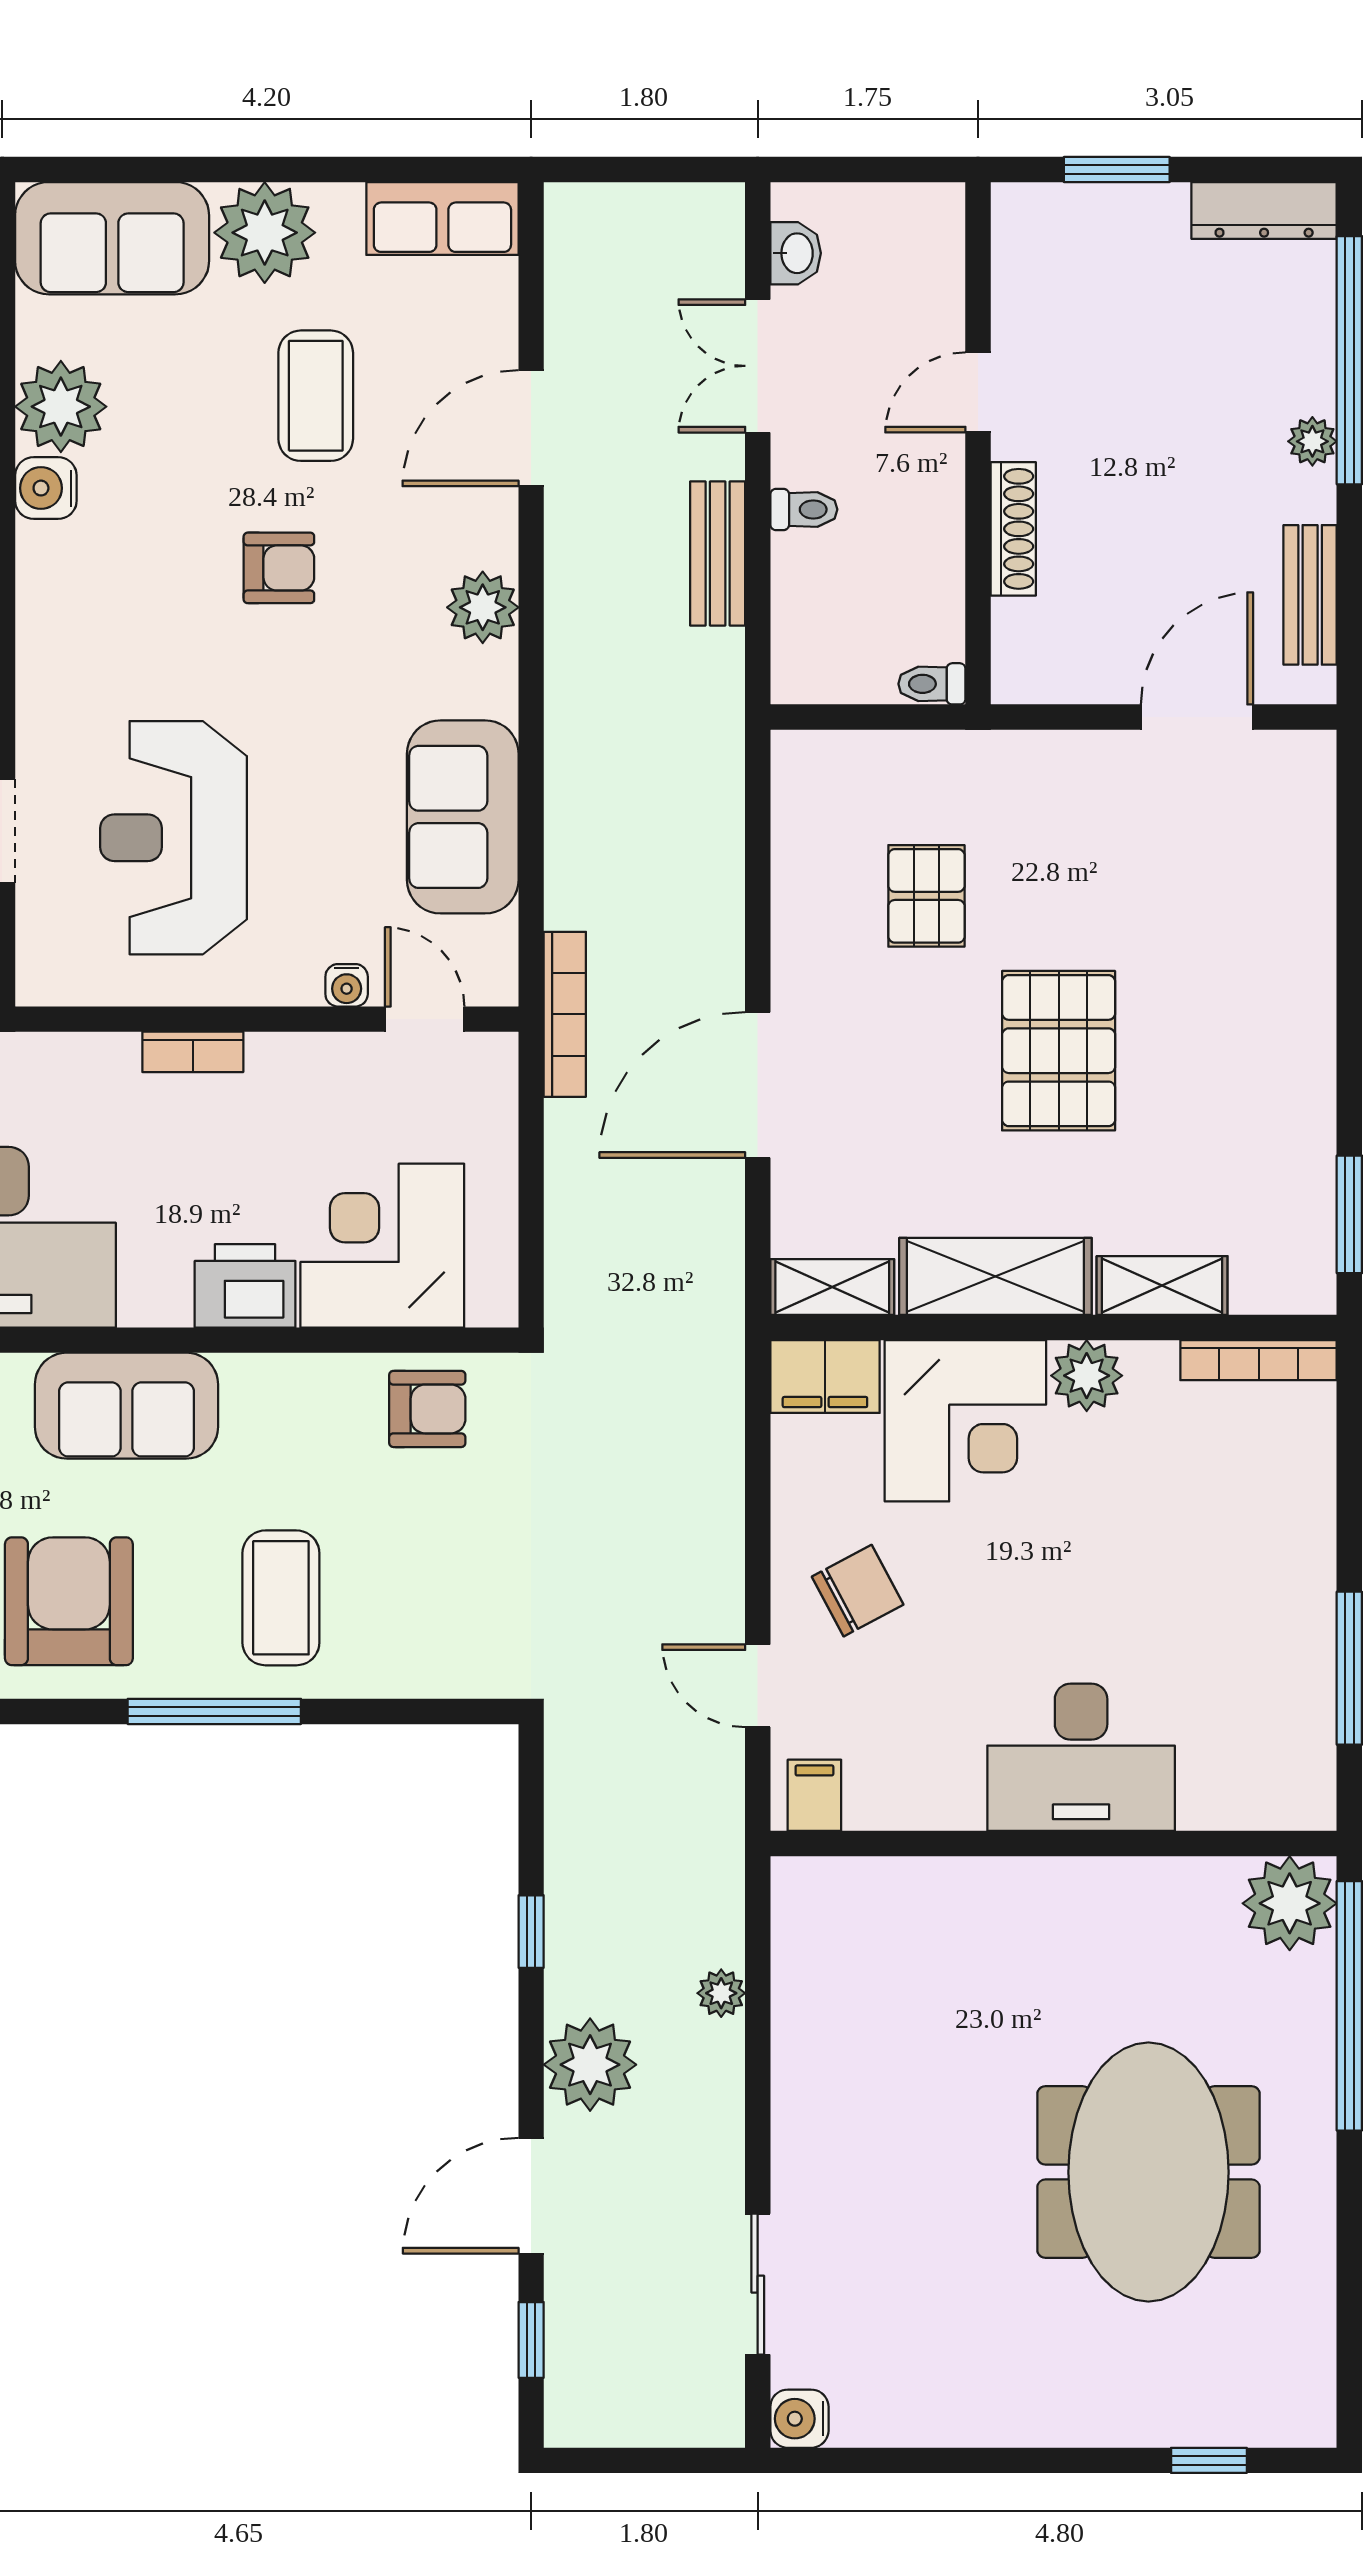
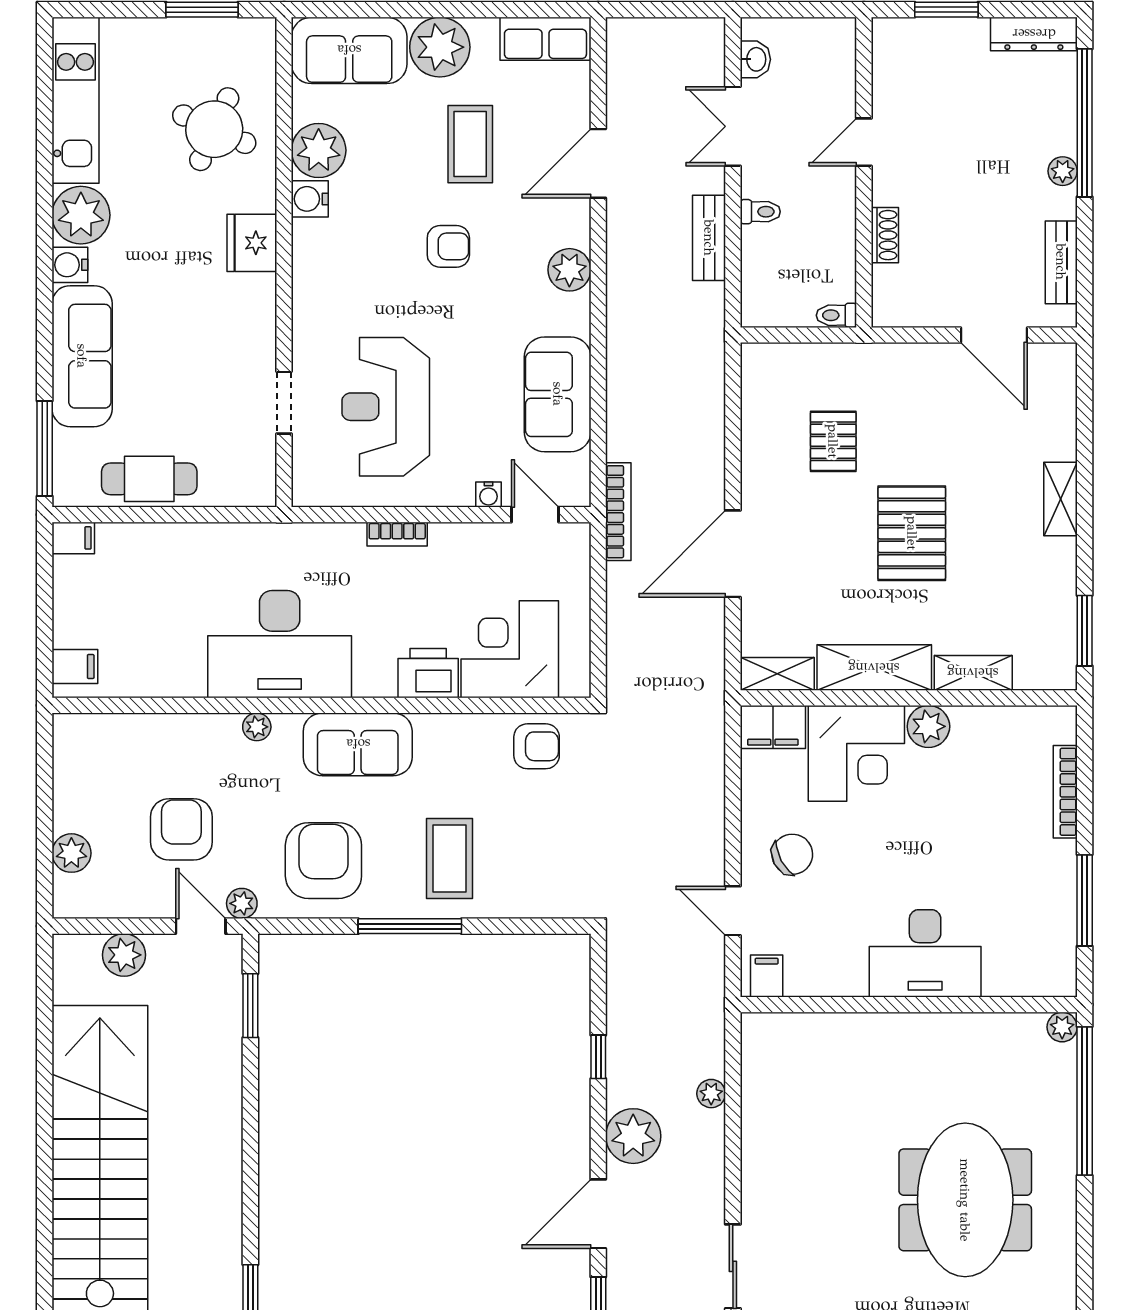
shoe rack: (1013, 529) -> (885, 235), width x0.70
door: (1197, 717) -> (994, 335), swing flipped
shelving: (1309, 993) -> (1060, 499), added
bookcase: (1259, 1360) -> (1065, 792), moved, turned 90
plant: (1290, 1903) -> (1062, 1027), width x0.53, depth x0.53

